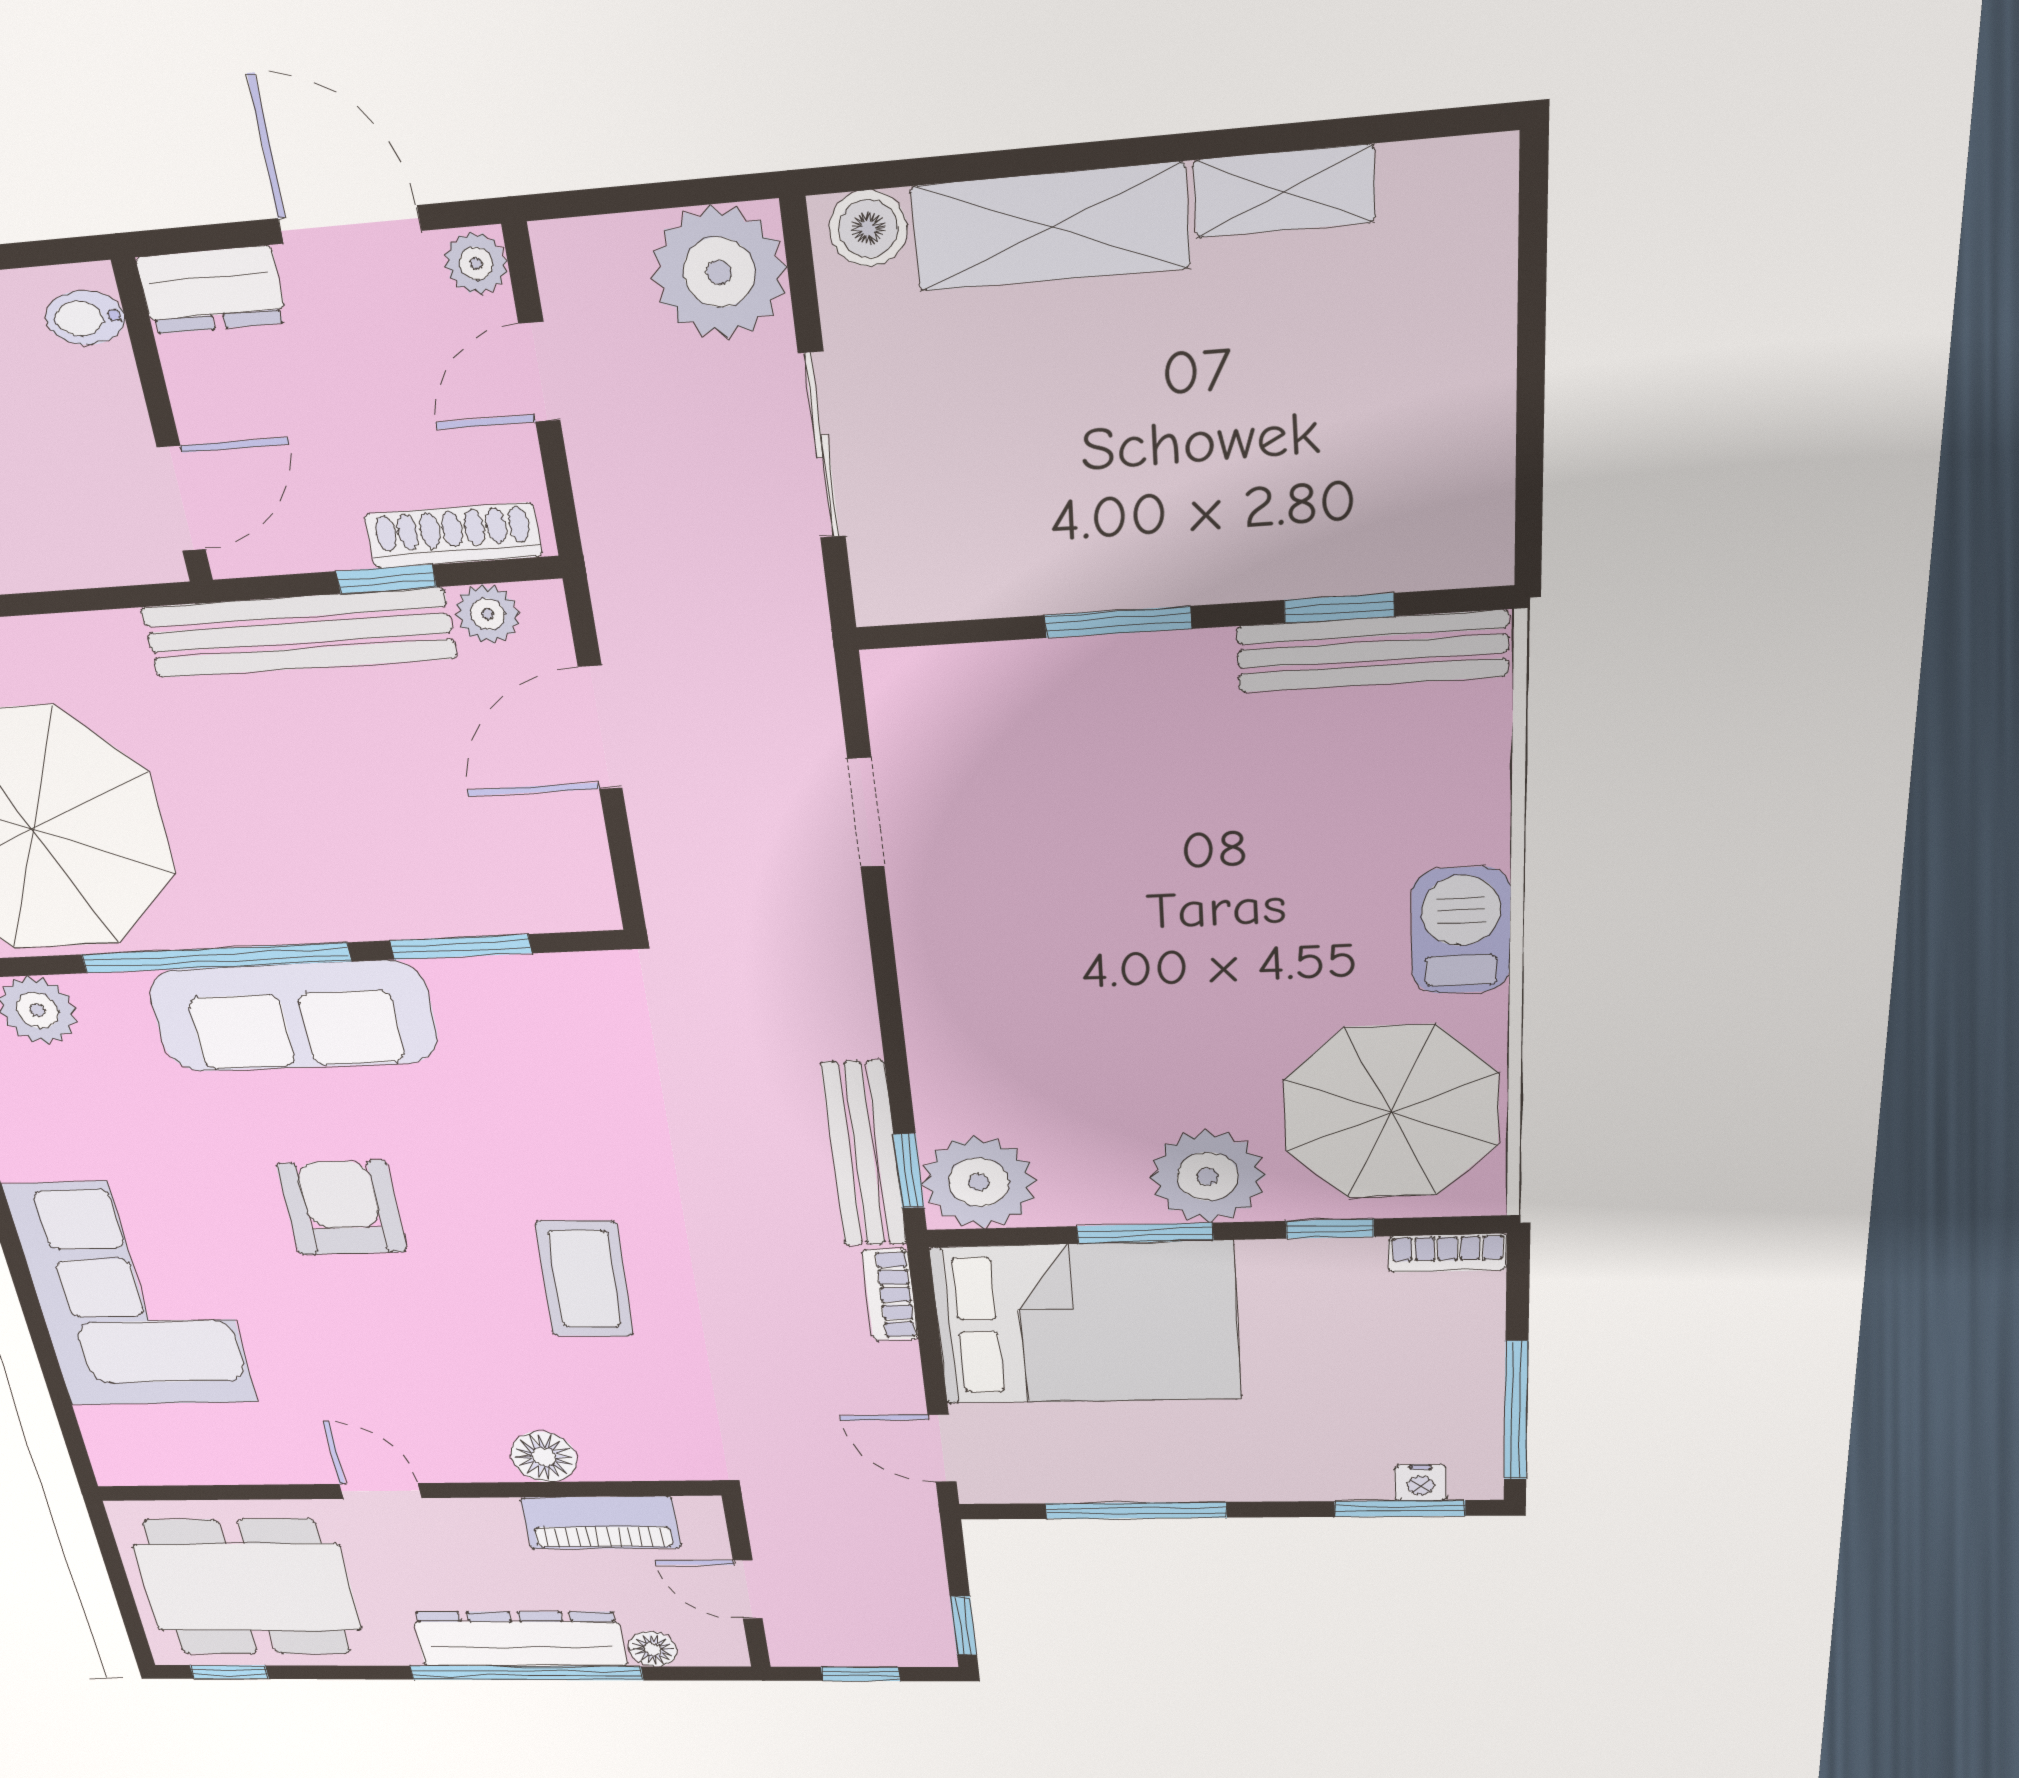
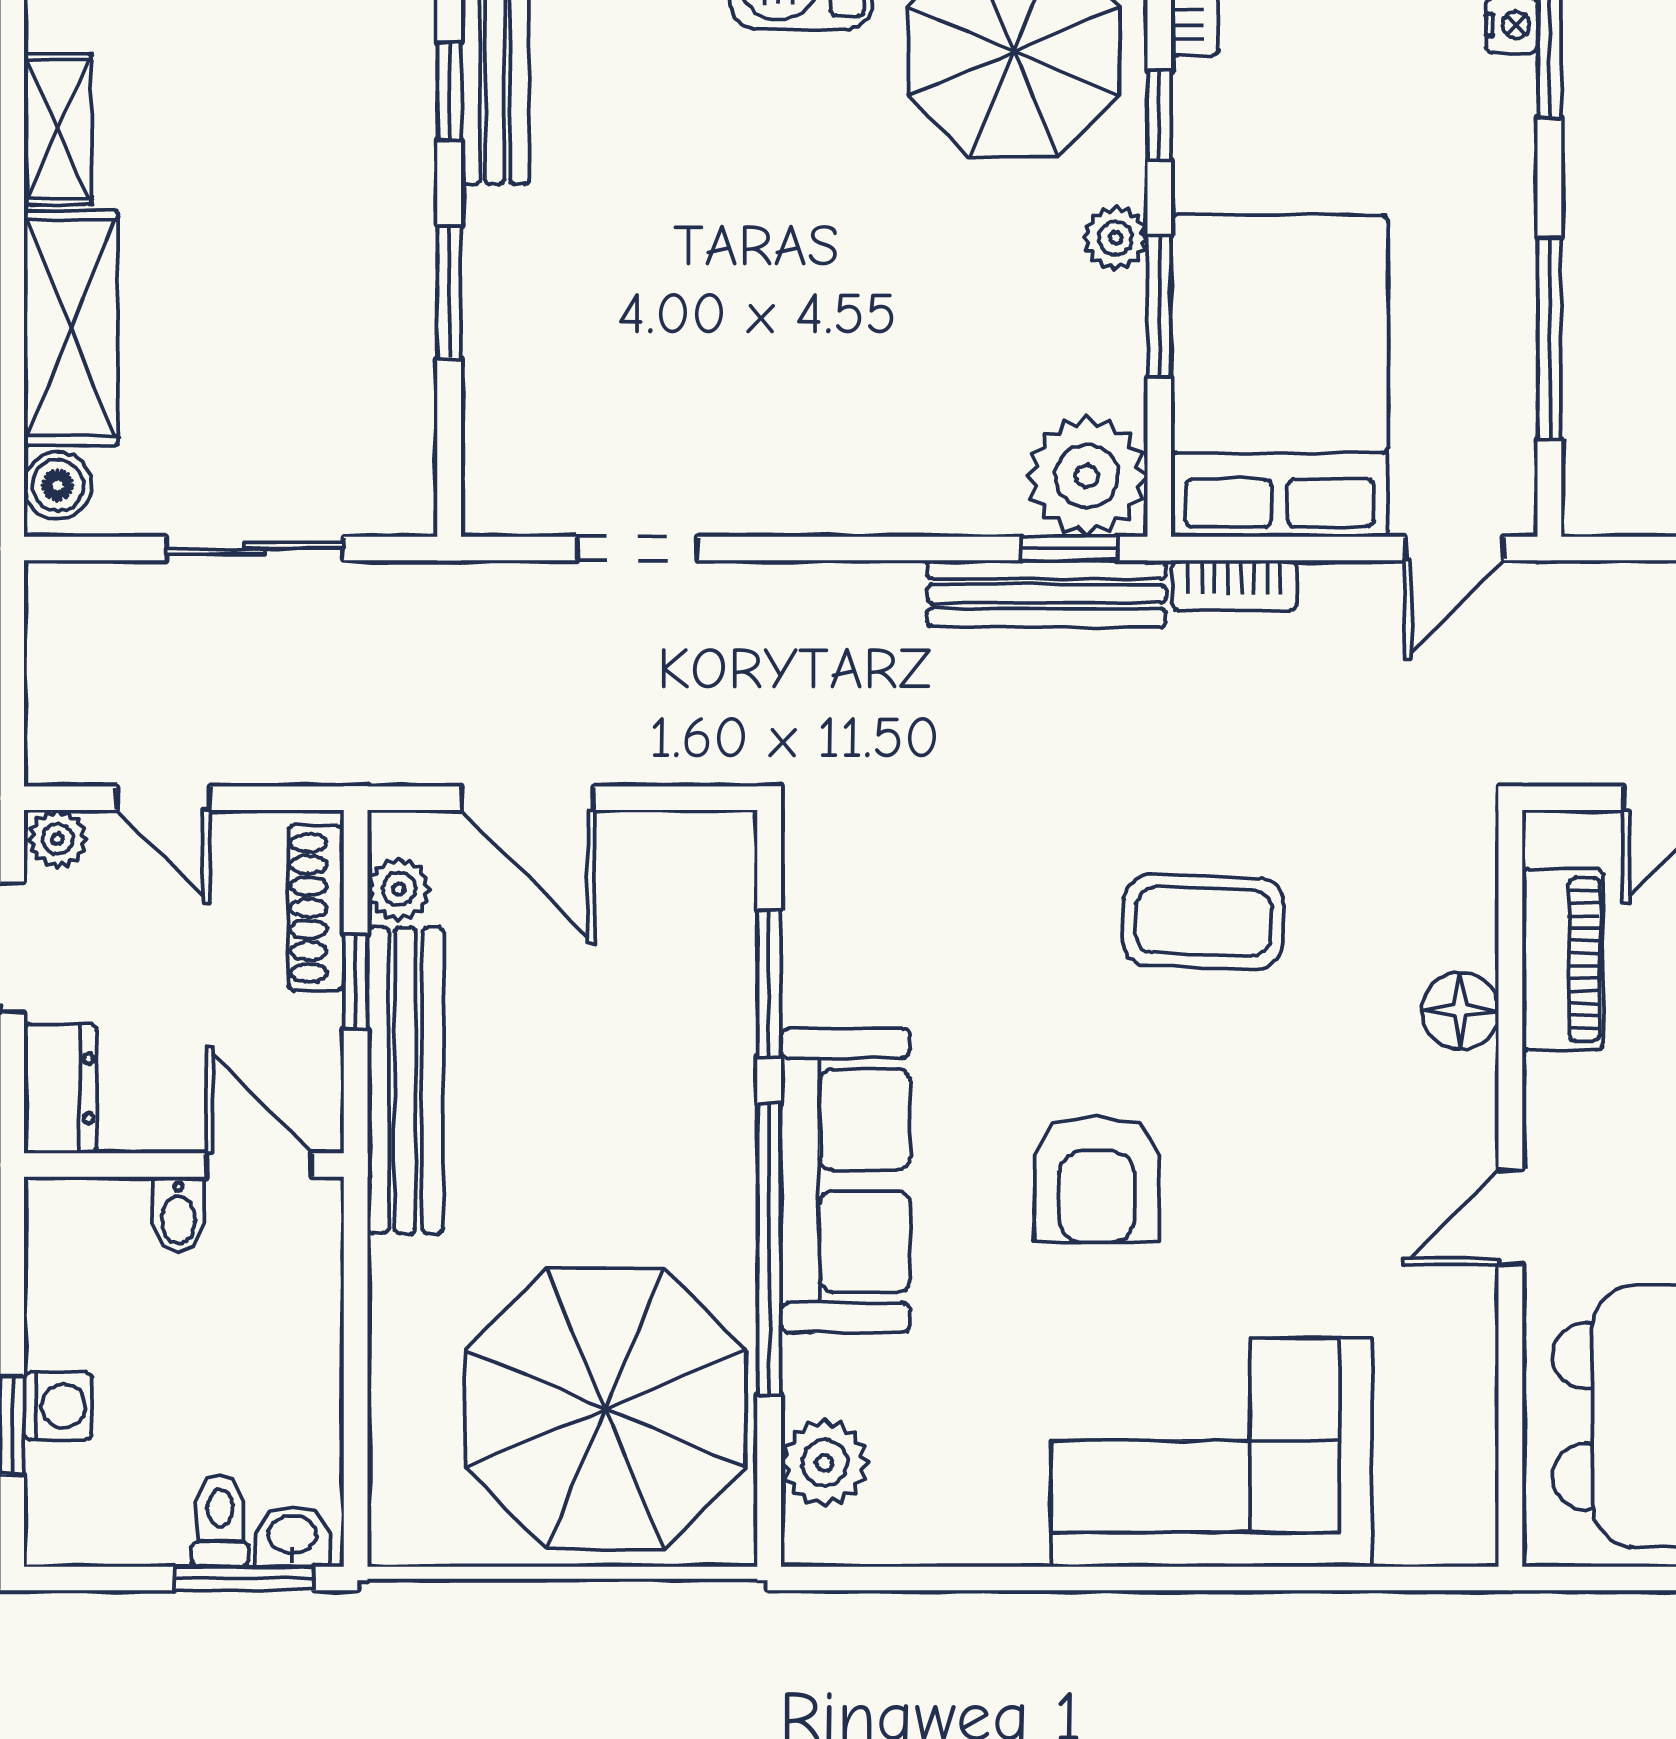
plant: (719, 272) -> (85, 621), removed
bidet: (85, 318) -> (178, 1215), moved
plant: (1208, 1176) -> (1116, 238), width x0.53, depth x0.53
armchair: (342, 1208) -> (1097, 1179), turned -90

